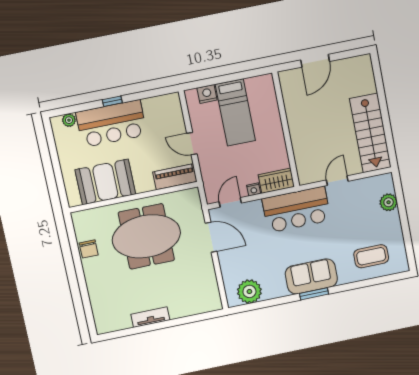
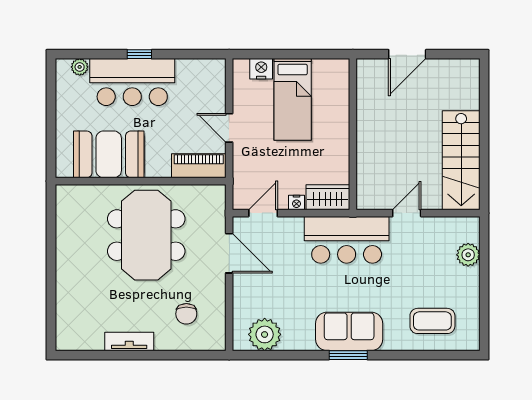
meeting table: (146, 236) -> (146, 235), turned 90
chair: (89, 249) -> (186, 314), moved

